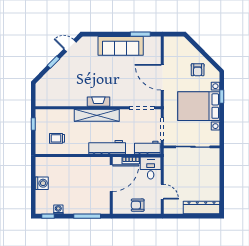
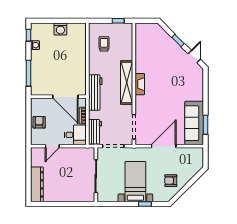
sofa: (121, 46) -> (194, 123), moved
bed with nightstands: (199, 106) -> (135, 182), width x0.73

